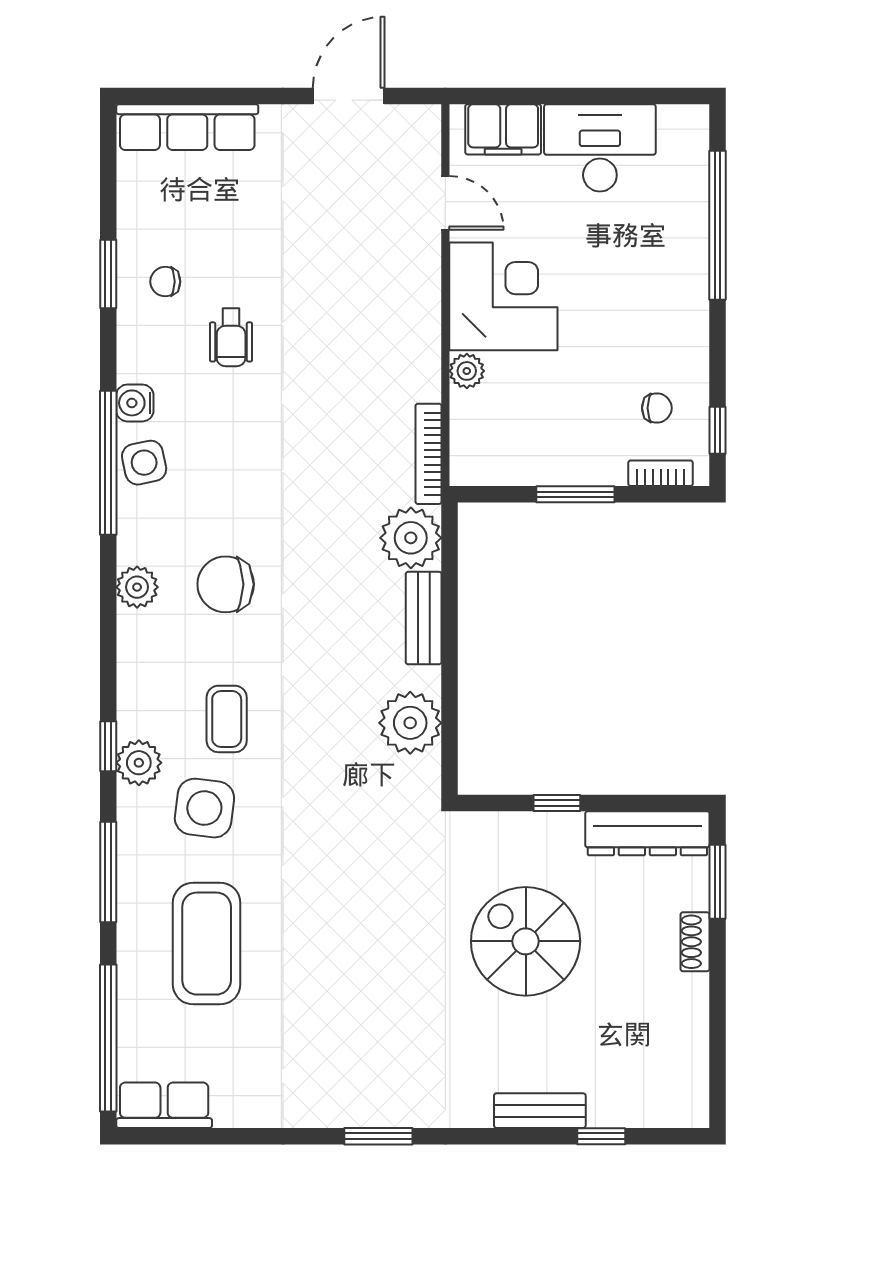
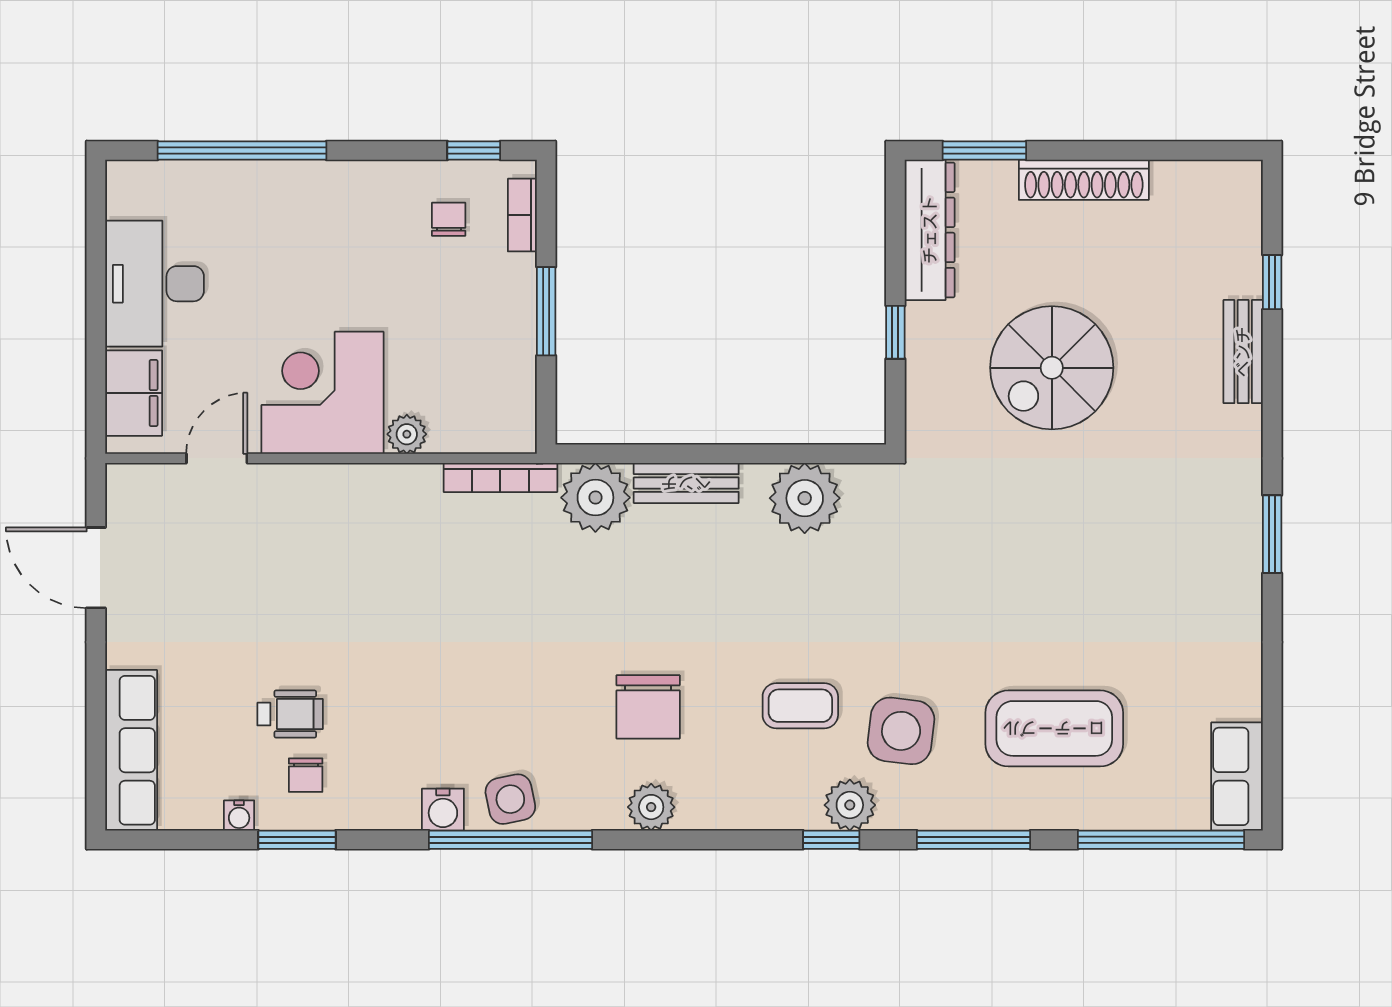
water cooler: (130, 223) -> (239, 815), added
wheelchair: (231, 337) -> (290, 714), moved
shoe rack: (695, 942) -> (1084, 180), width x1.94, depth x1.24

